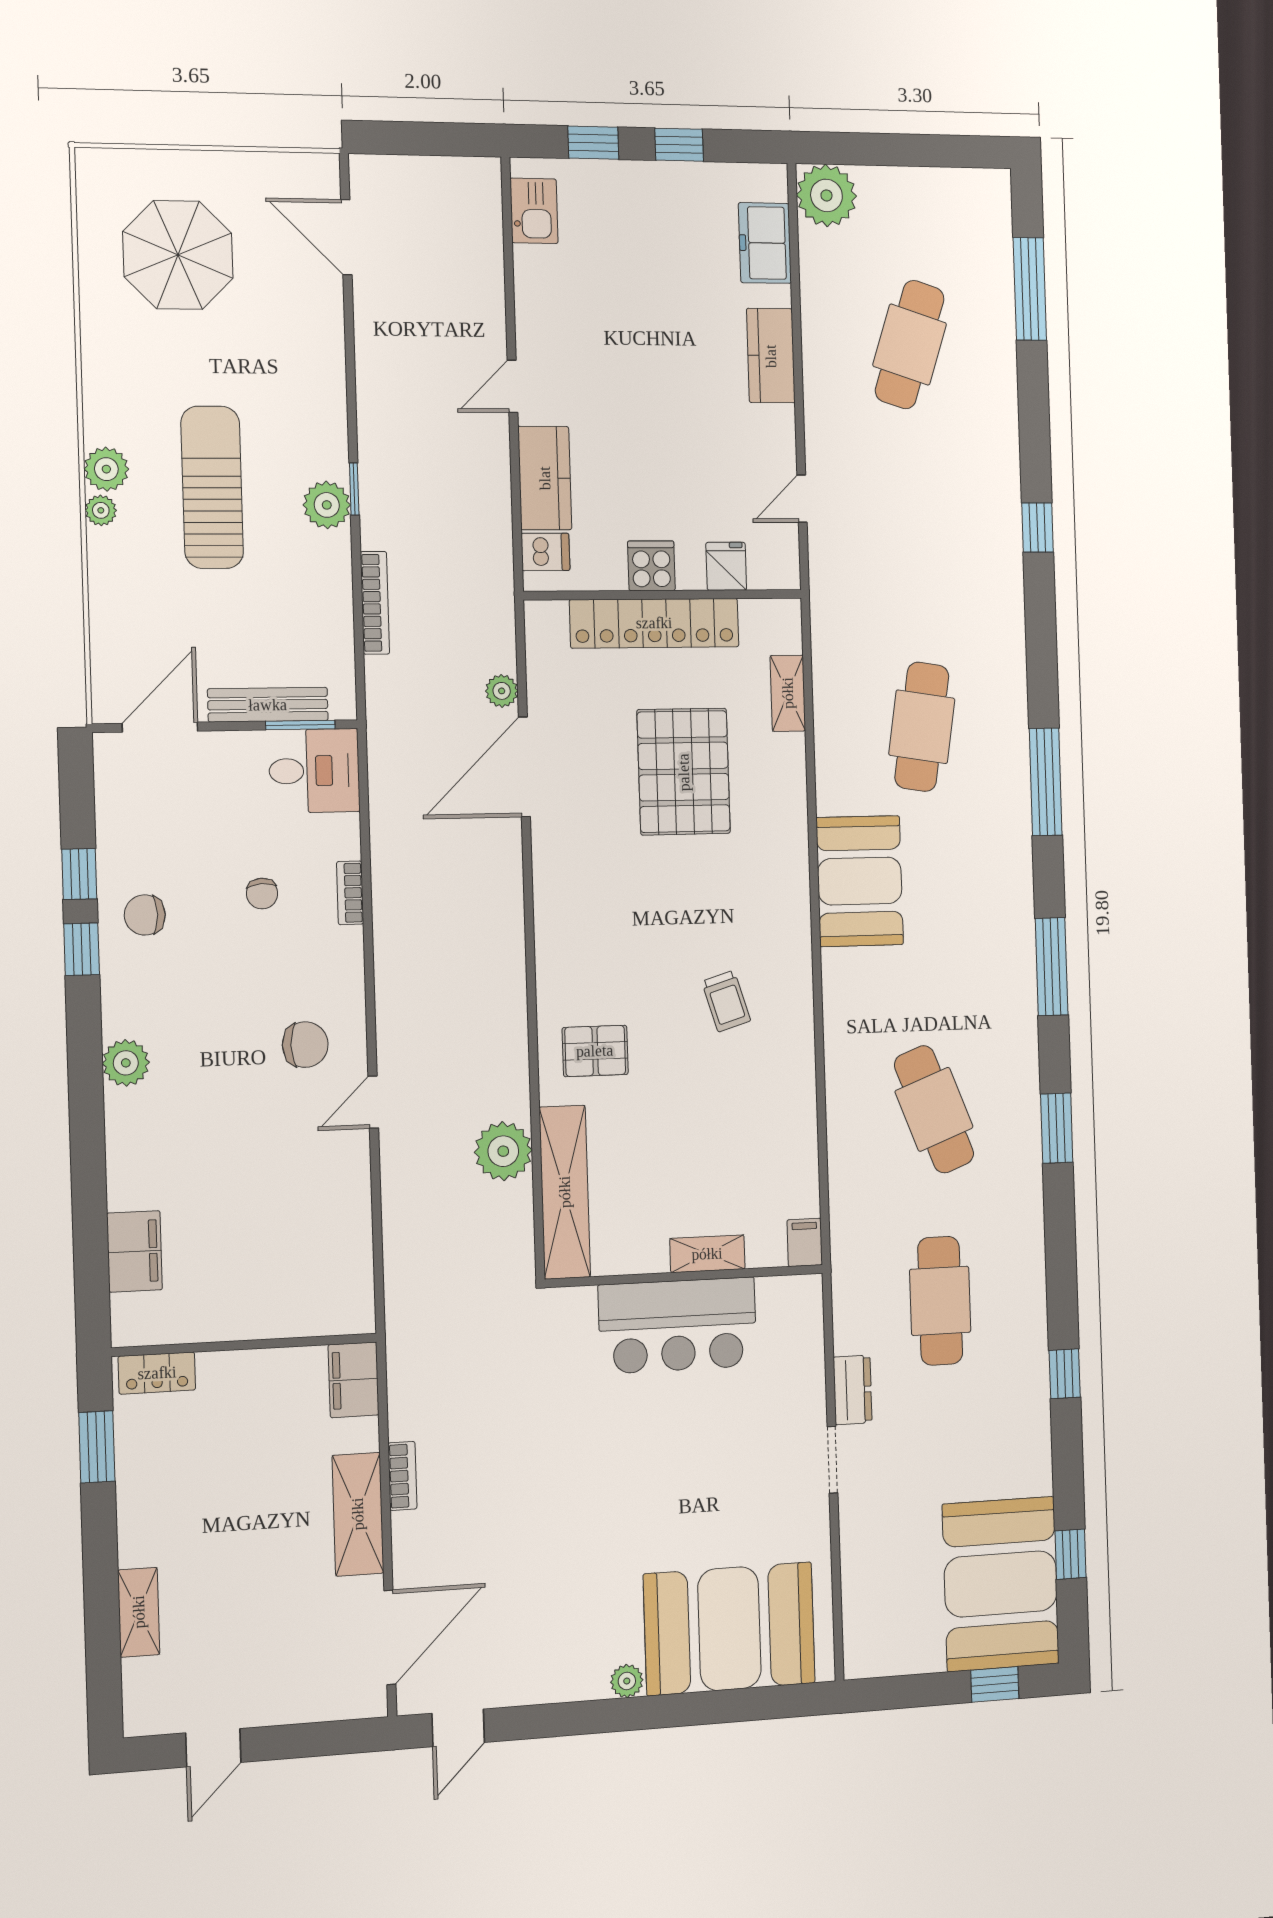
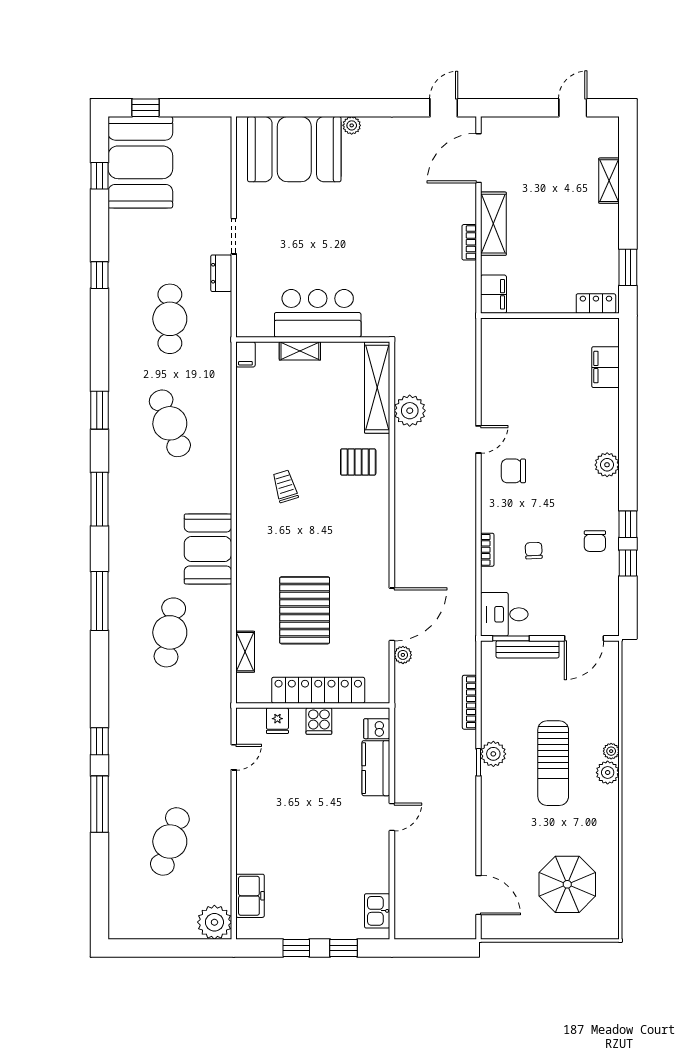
window: (1030, 289) -> (99, 804), moved
kitchen counter: (771, 356) -> (249, 835), removed
chair: (145, 915) -> (595, 541), turned 90

